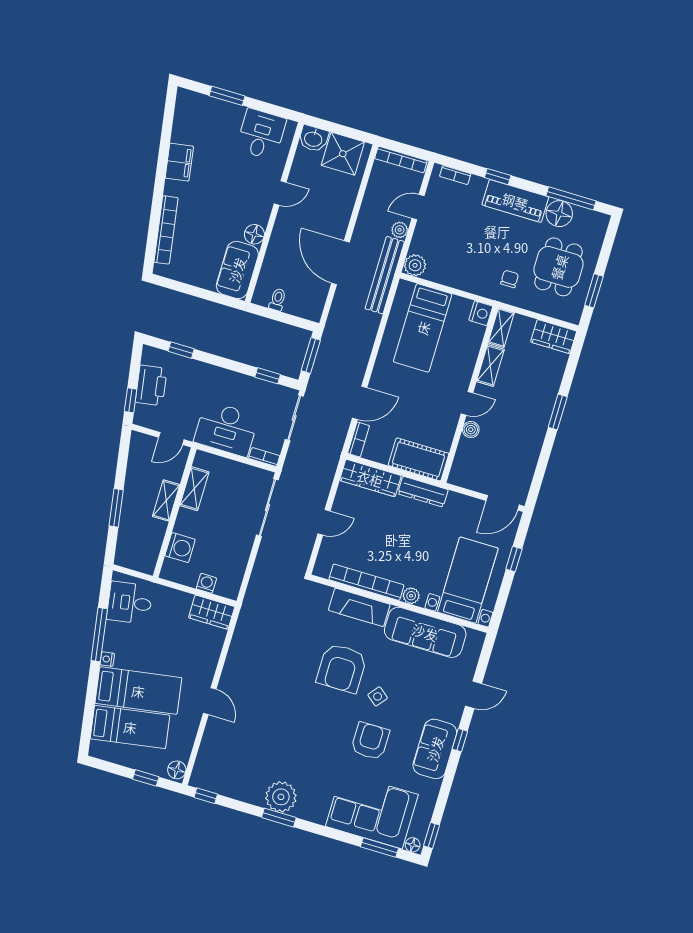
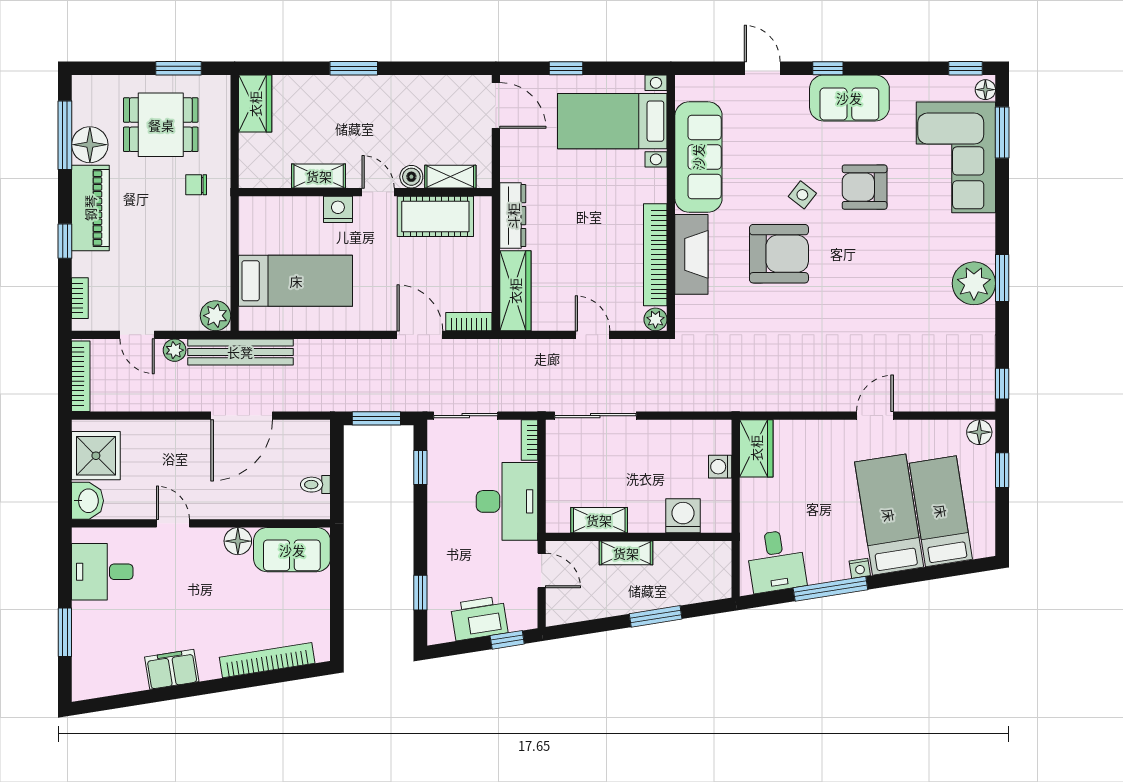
nightstand: (481, 313) -> (338, 209), moved
shelving: (501, 328) -> (450, 177), moved
cot: (419, 459) -> (435, 216), moved, turned 90
plant: (411, 596) -> (655, 319), moved

